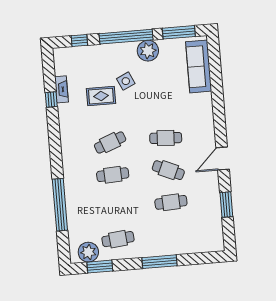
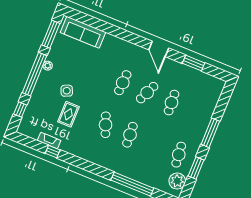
plant: (148, 51) -> (48, 66), width x0.53, depth x0.53
window: (100, 267) -> (196, 168), moved

